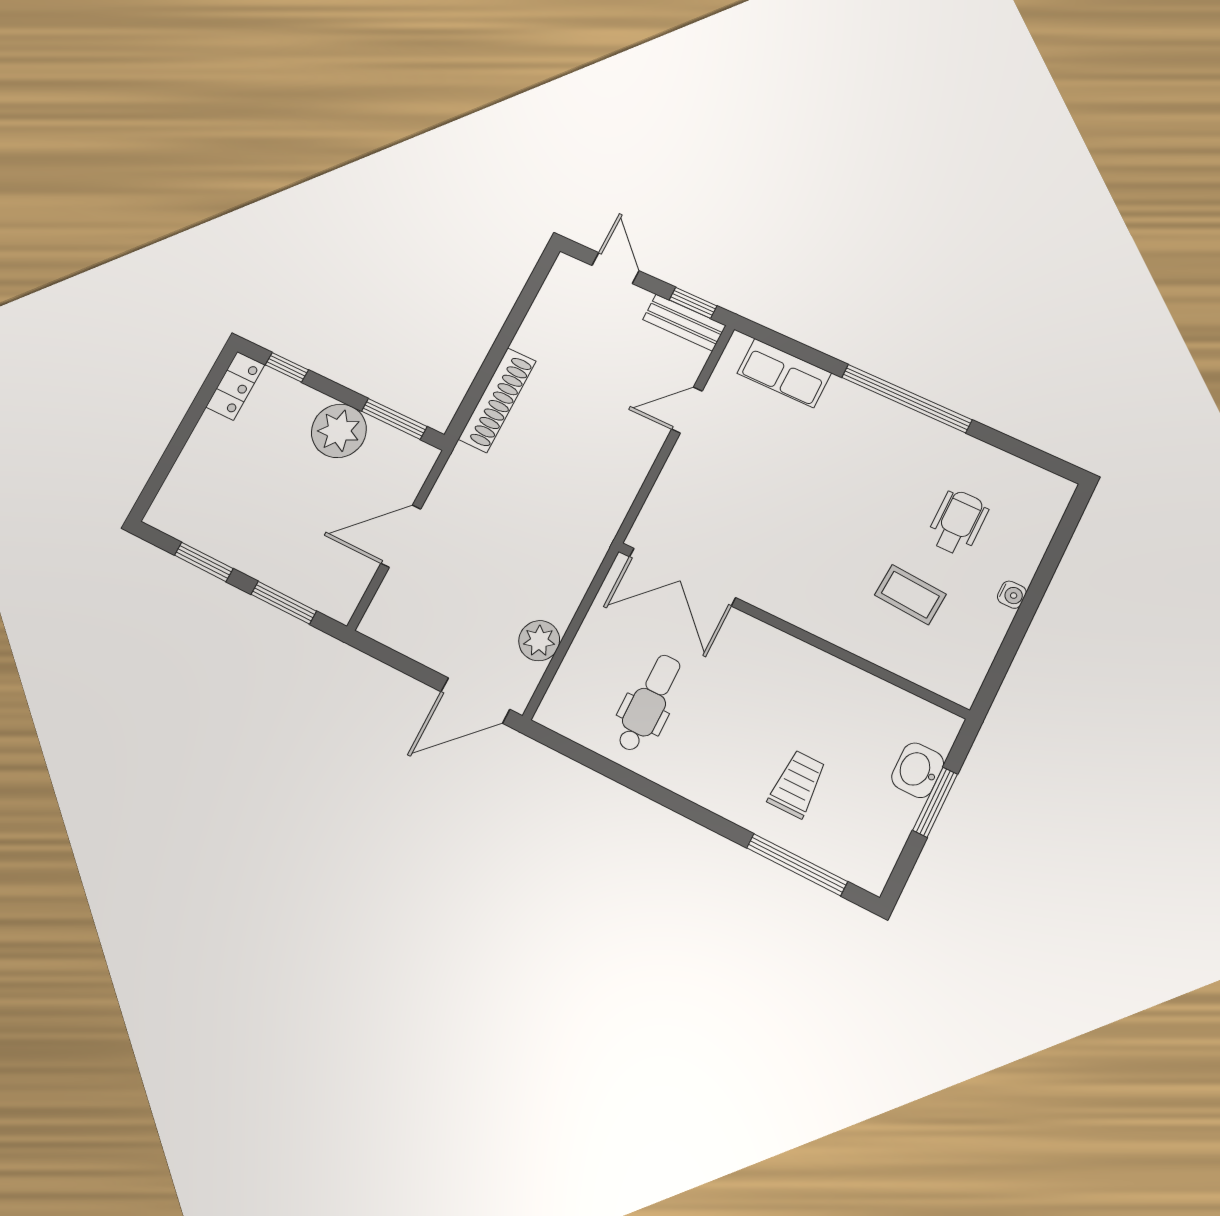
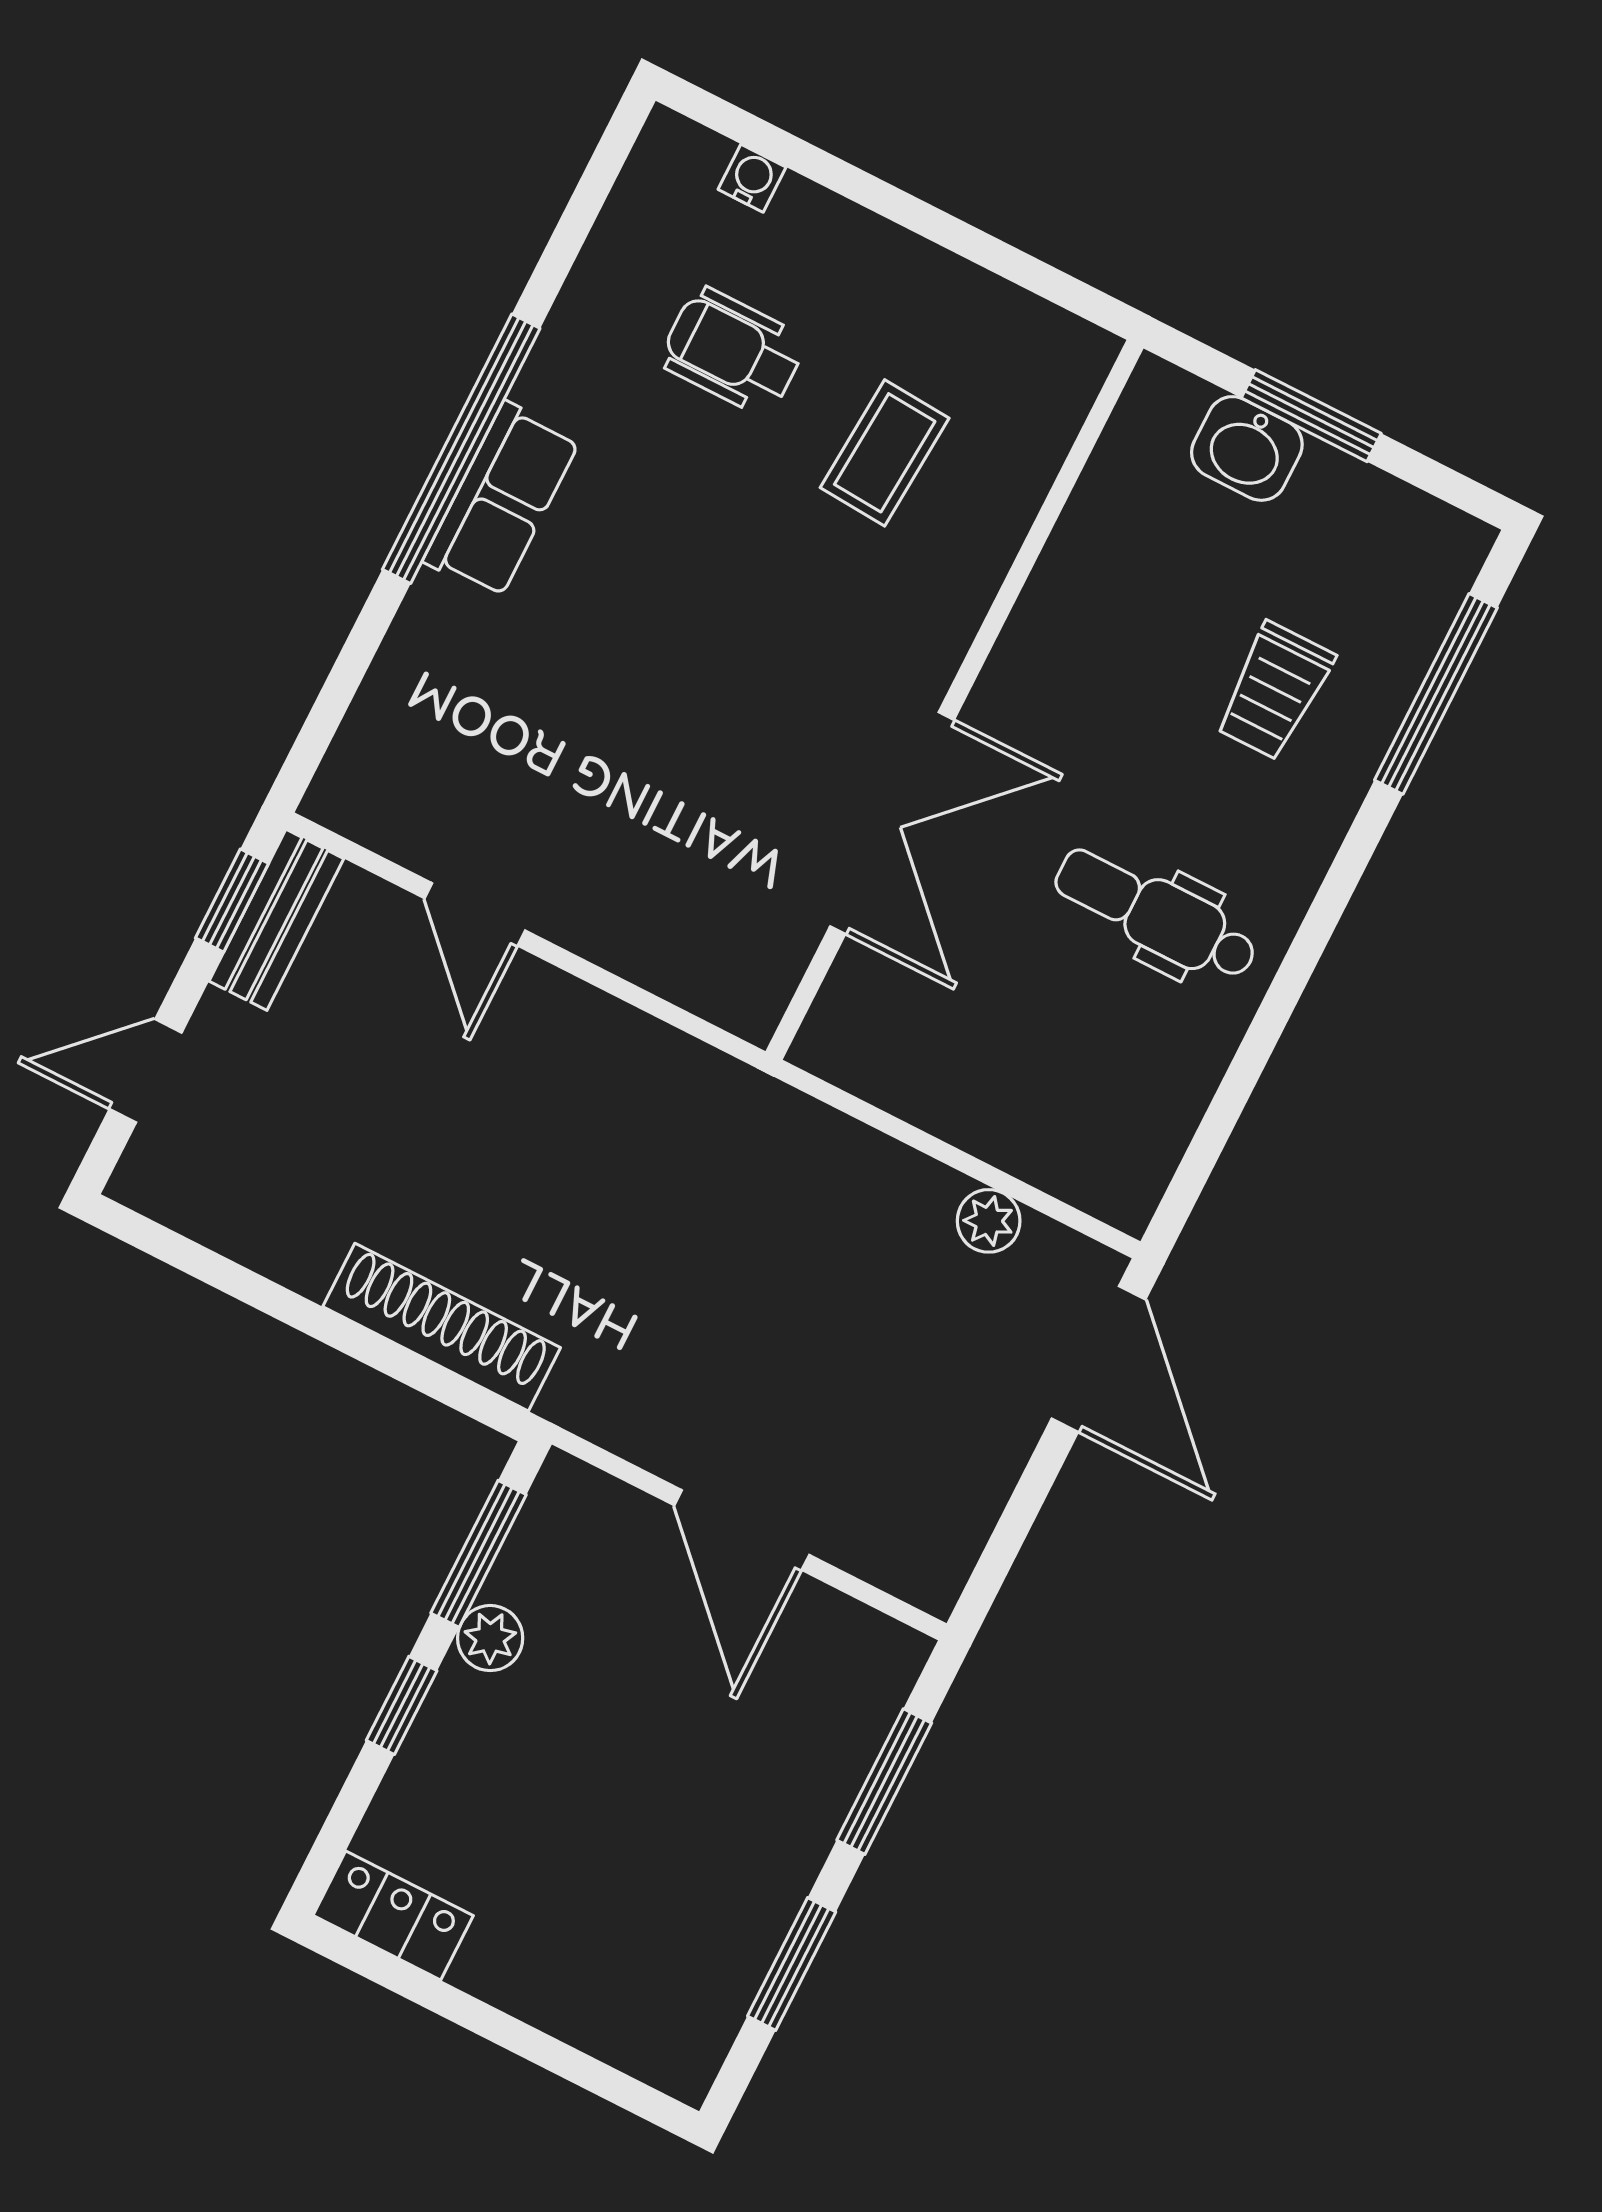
window: (287, 367) -> (402, 1705), moved
row of seats: (784, 373) -> (502, 500), moved
plant: (339, 431) -> (490, 1638), width x0.53, depth x0.53
double door: (682, 577) -> (892, 823), moved
water cooler: (1012, 595) -> (752, 178), moved
plant: (539, 641) -> (989, 1221), width x0.73, depth x0.73
dental chair: (649, 703) -> (1156, 914), moved
trolley: (797, 784) -> (1274, 691), turned -90

